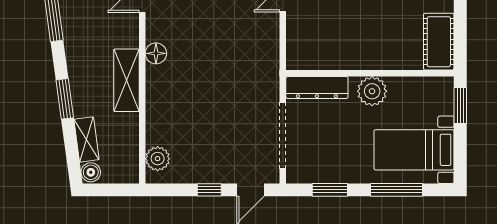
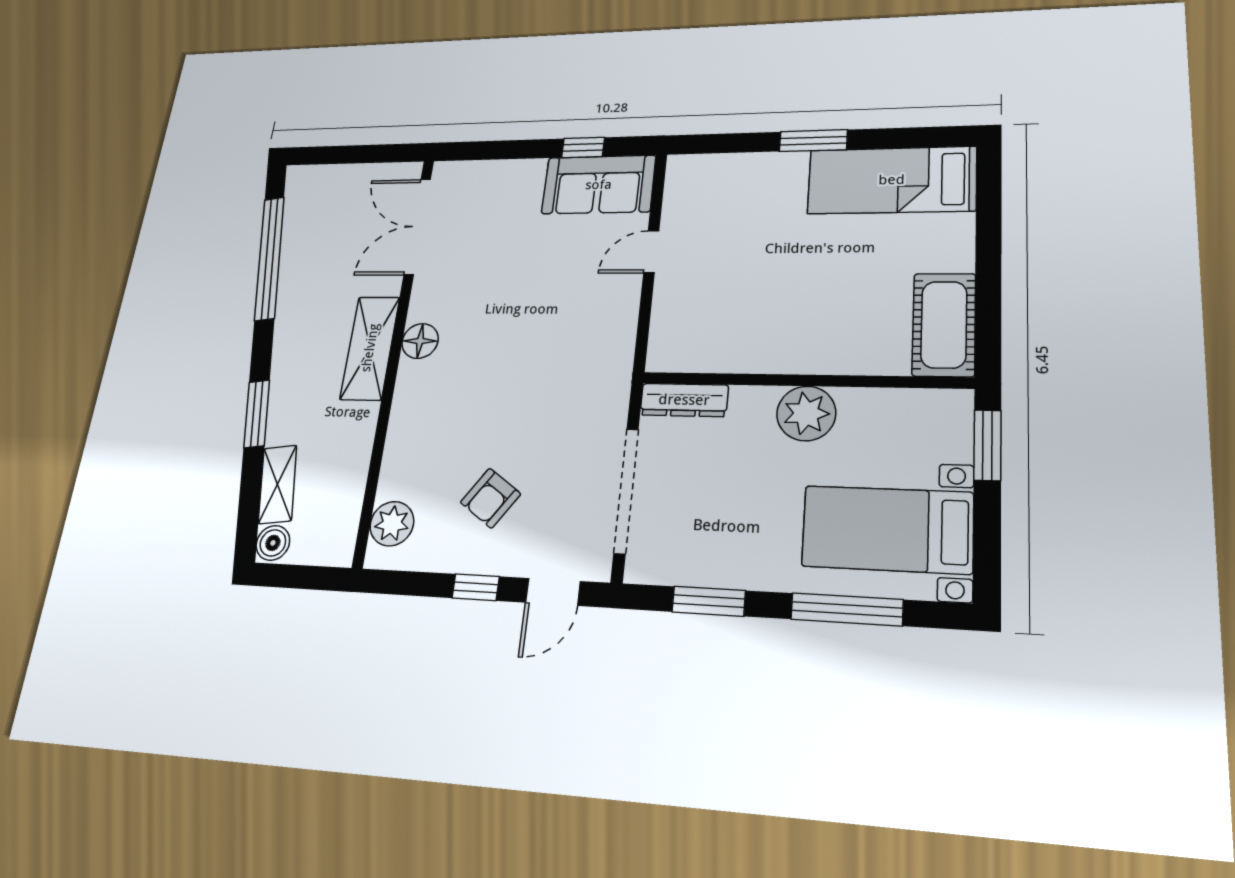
shelving: (126, 80) -> (370, 348), moved
dresser: (317, 88) -> (684, 400), width x0.73, depth x0.80
armchair: (210, 142) -> (490, 498), added

